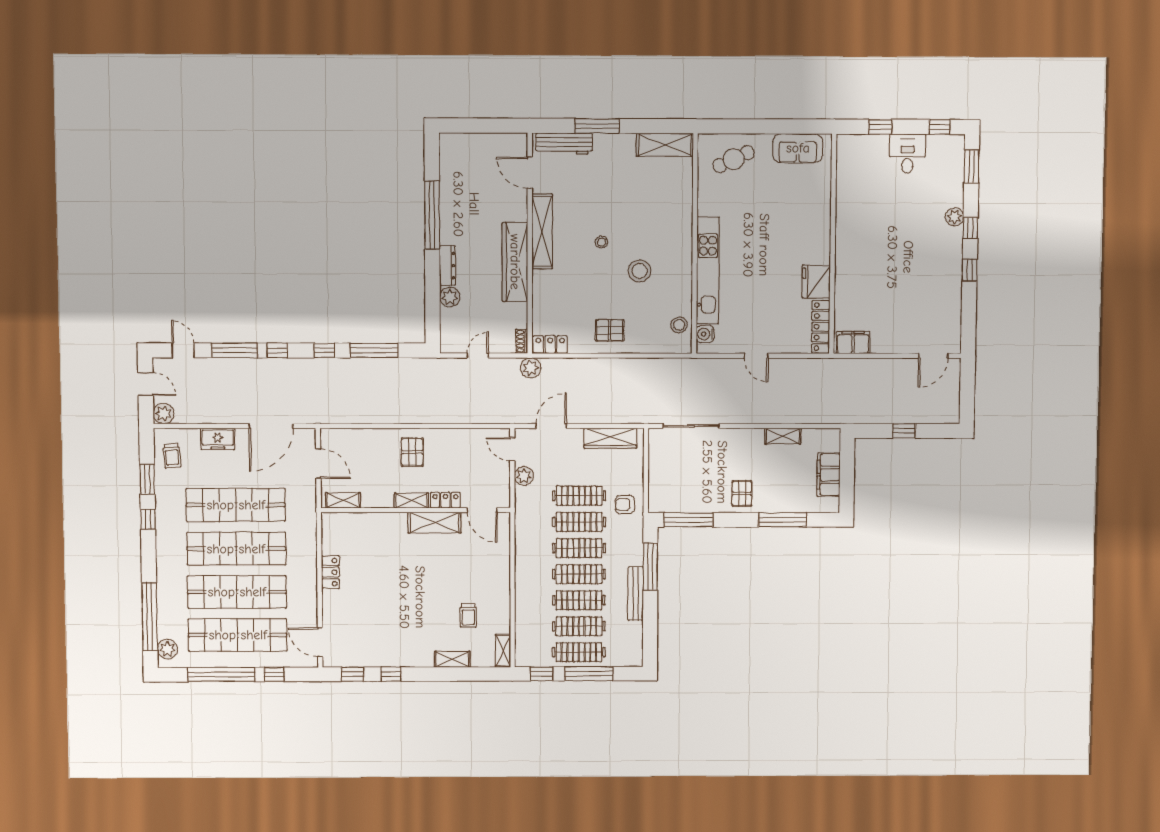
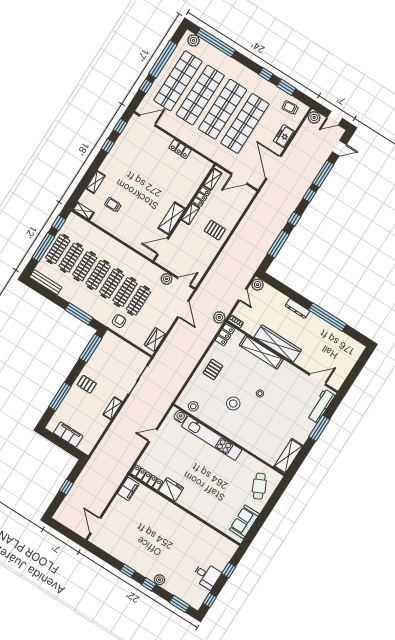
shelving: (542, 231) -> (261, 352), moved
plant: (450, 297) -> (258, 285), moved
shelving: (783, 436) -> (113, 408), moved
wardrobe: (610, 438) -> (155, 340), width x0.67
locker: (445, 500) -> (202, 197), moved
bench: (636, 594) -> (46, 282), moved

